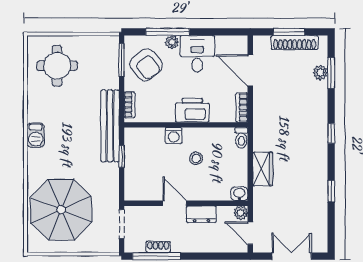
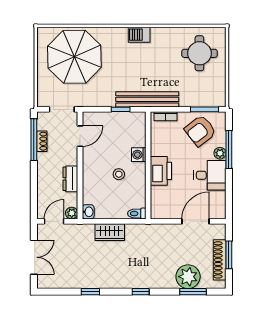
plant: (320, 73) -> (188, 277), width x1.87, depth x1.87
bookcase: (242, 108) -> (163, 214), removed
door: (175, 203) -> (80, 136), moved

